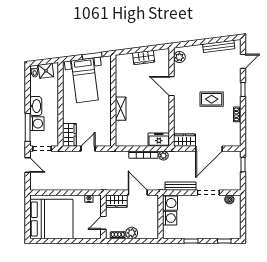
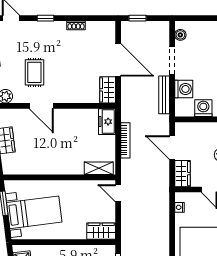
door: (172, 86) -> (41, 106), hinge flipped
rug: (212, 99) -> (34, 72), moved
shelving: (121, 109) -> (99, 168), moved
door: (88, 149) -> (118, 193), moved
plant: (163, 156) -> (126, 116), removed
door: (138, 193) -> (172, 147), hinge flipped
washing machine: (170, 203) -> (184, 89), moved, turned 90

